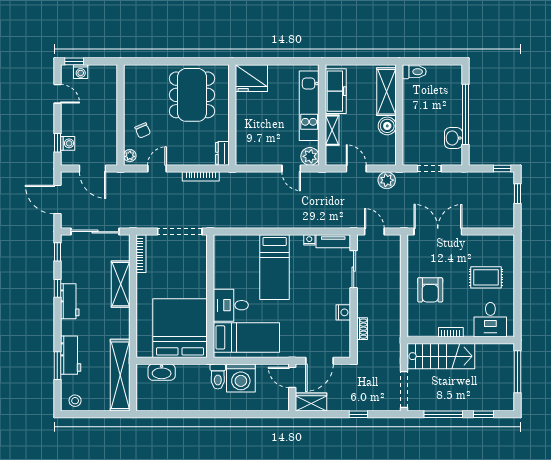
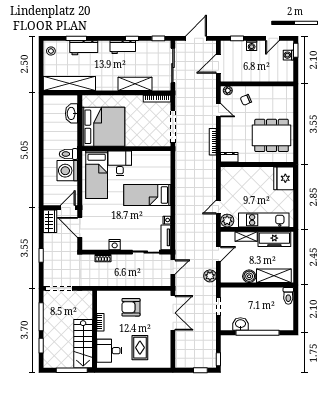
washing machine: (68, 143) -> (252, 46), moved
stairs: (441, 356) -> (83, 344), moved

